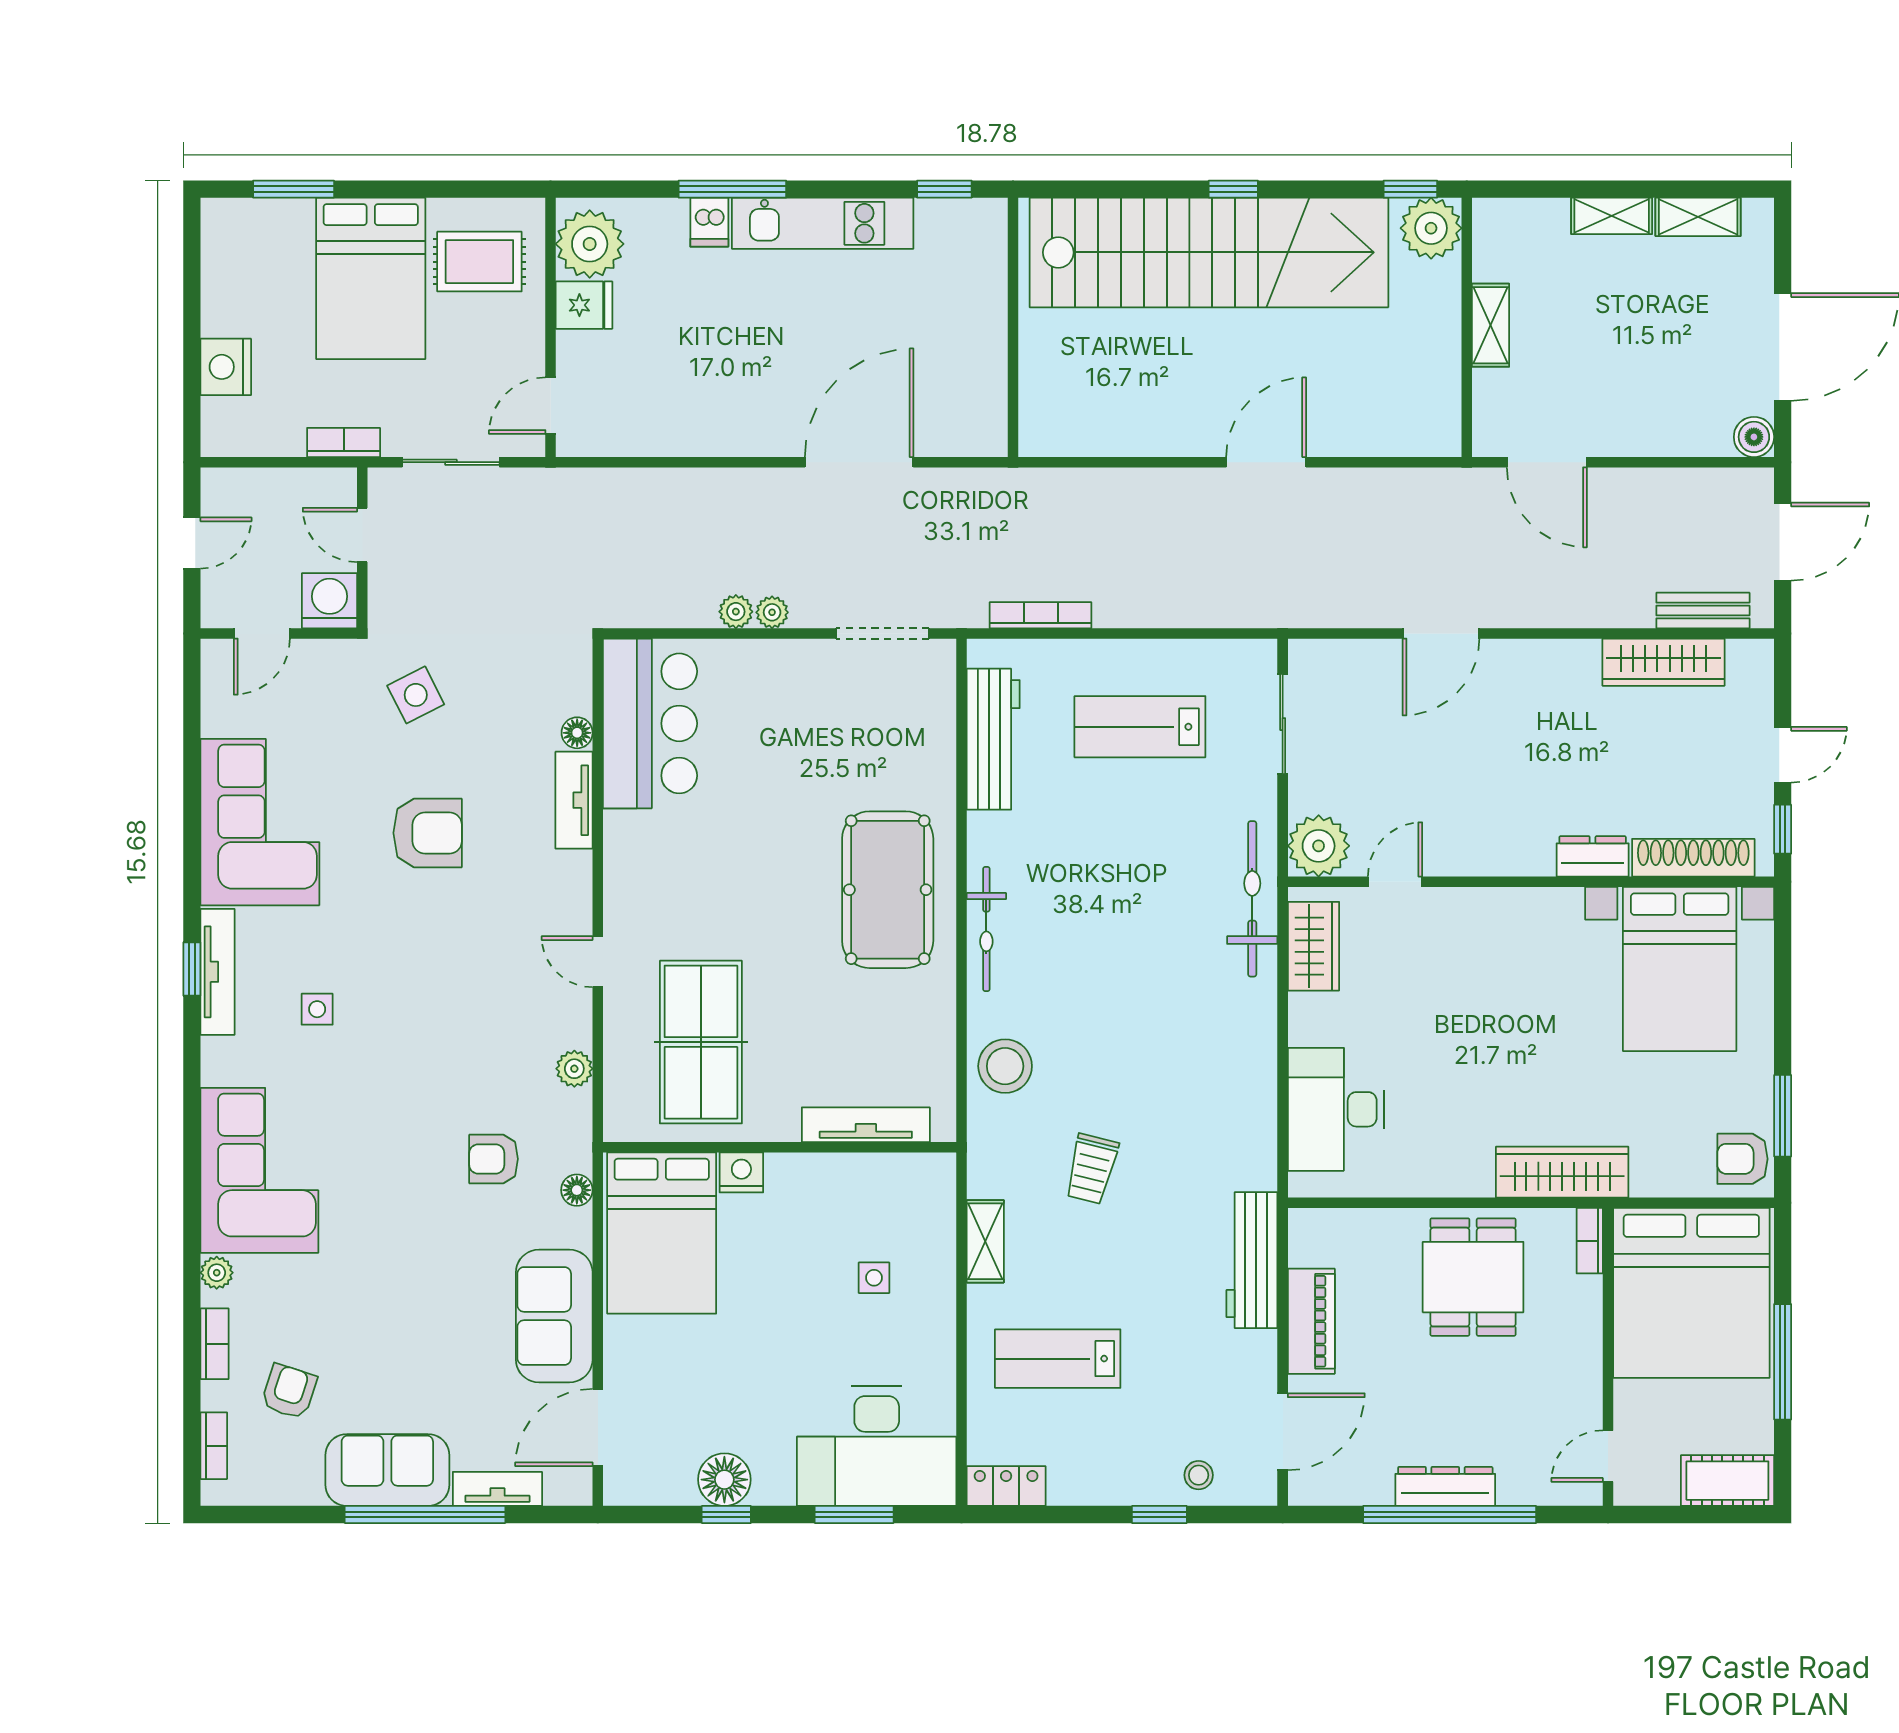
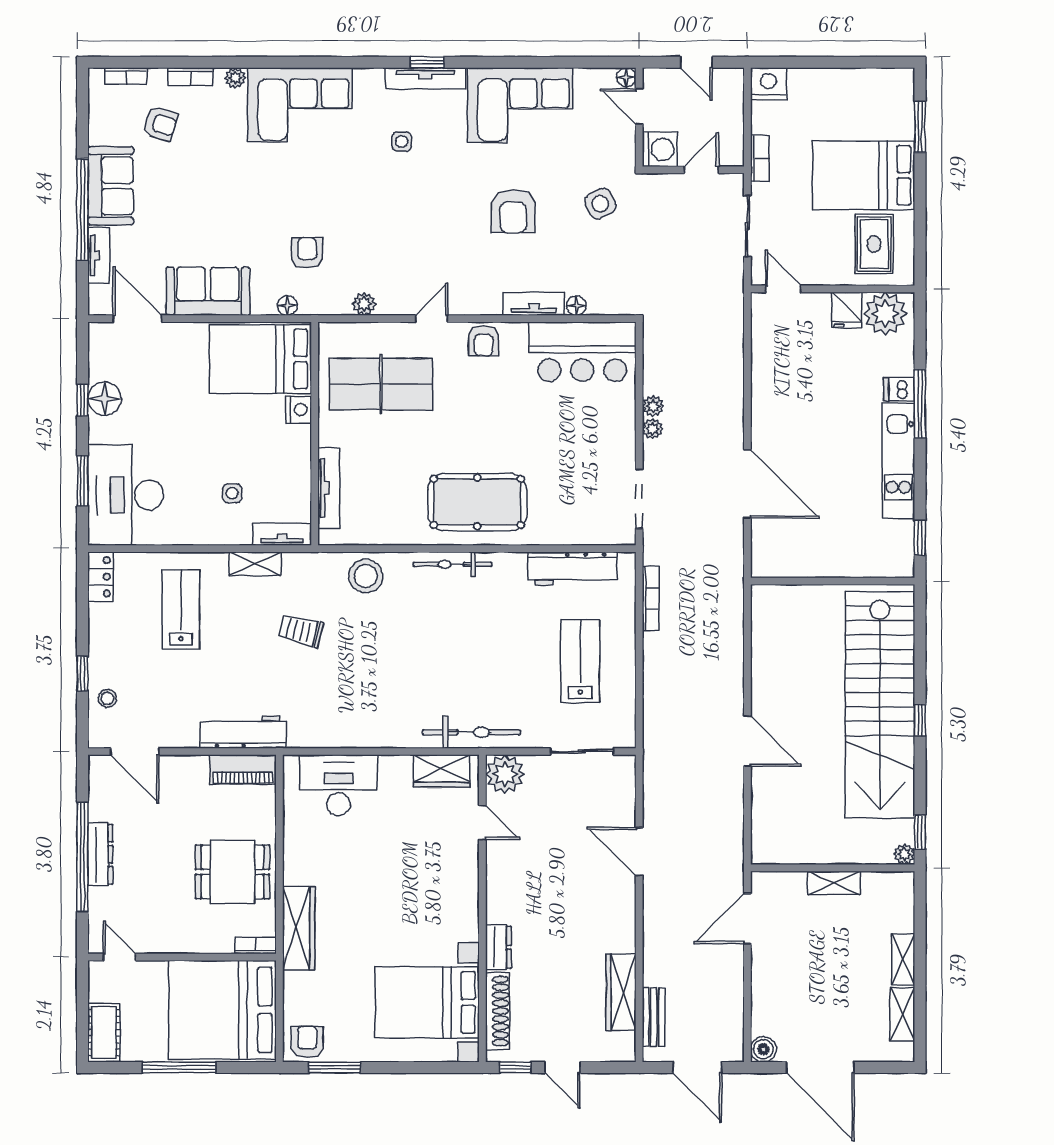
plant: (1431, 228) -> (904, 854), width x0.53, depth x0.53
nightstand: (226, 367) -> (768, 84), moved
floor lamp: (216, 654) -> (626, 77), added
armchair: (633, 880) -> (484, 341), added
tv unit: (939, 1199) -> (282, 534), added
piano: (1311, 1321) -> (243, 770), moved

